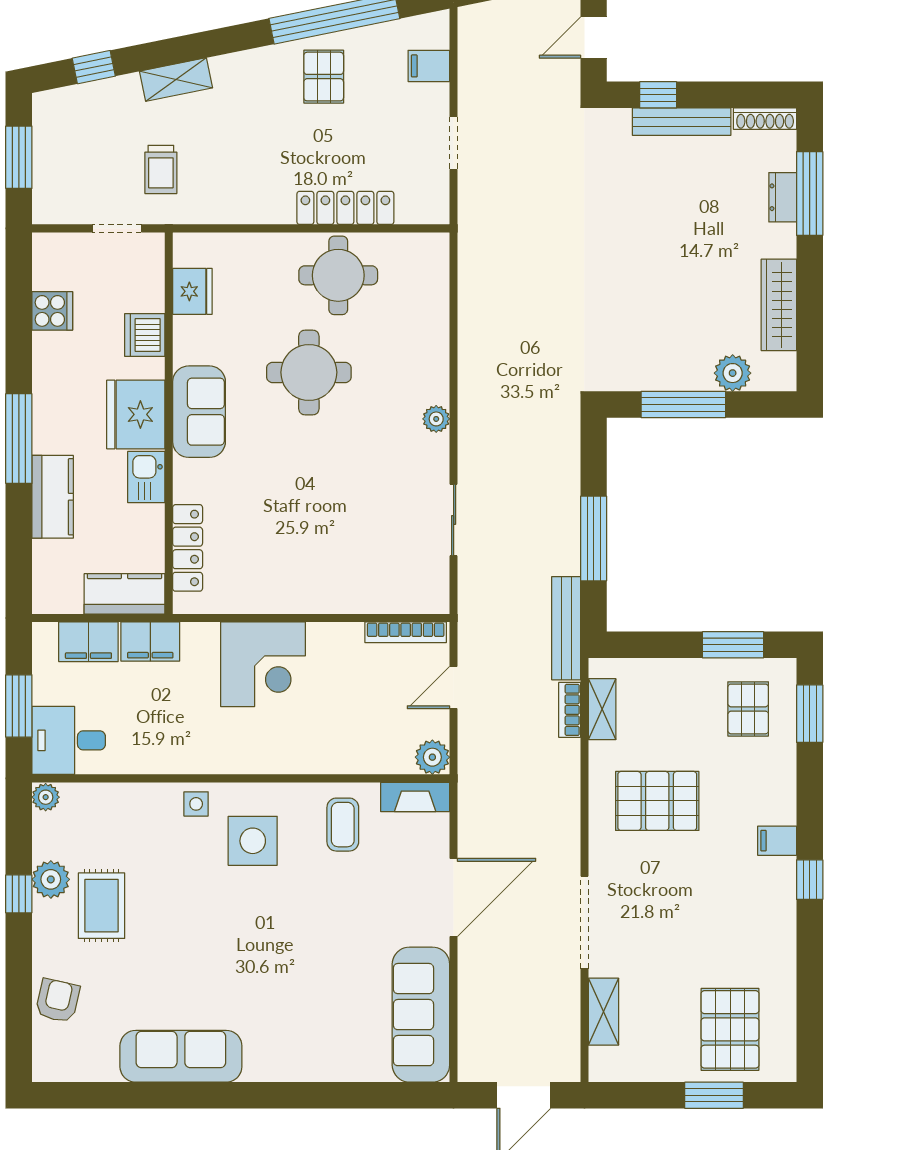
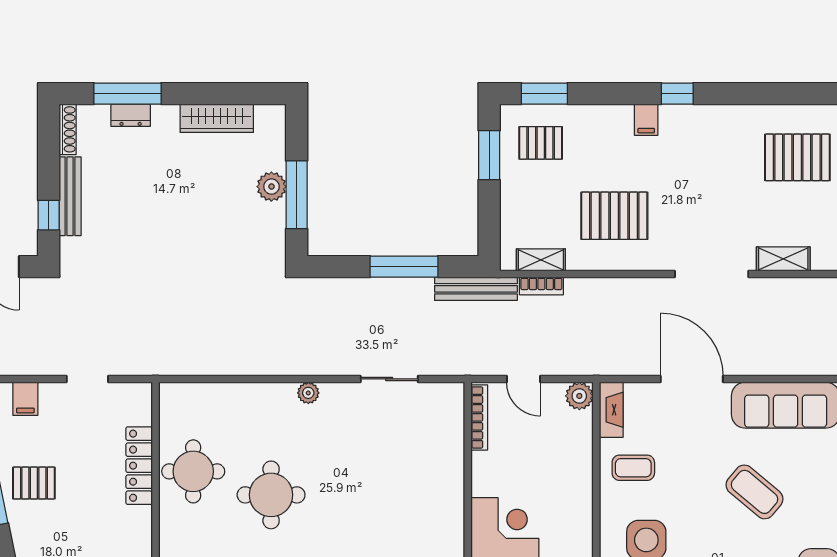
plant: (733, 373) -> (271, 187), moved
pallet: (657, 801) -> (614, 216), turned 90
coffee table: (313, 976) -> (754, 492), added

